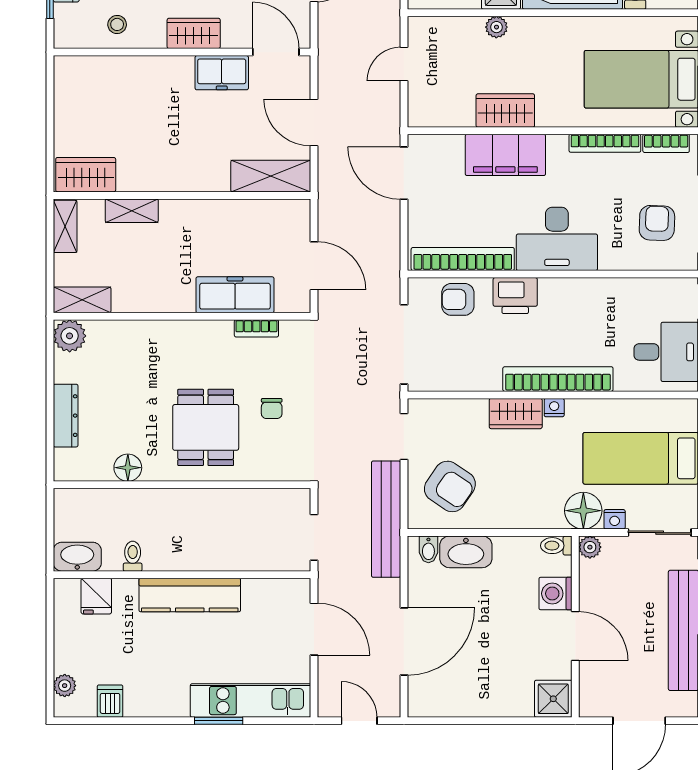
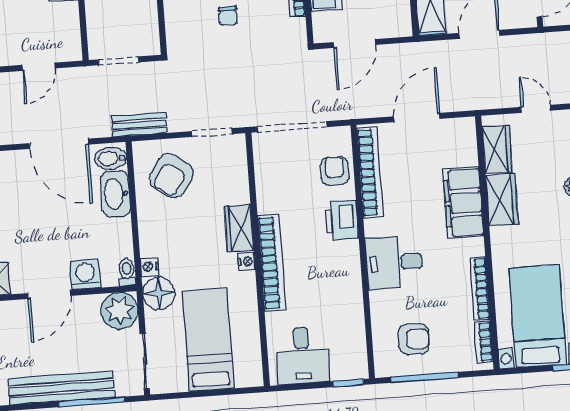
wardrobe: (447, 112) -> (497, 149), added
door: (404, 173) -> (417, 118), moved
desk: (557, 239) -> (394, 263), width x0.73
chair: (272, 408) -> (228, 16), turned -90
bench: (386, 519) -> (139, 125), width x0.54, depth x0.82
nightstand: (615, 519) -> (149, 267), moved
plant: (590, 547) -> (120, 311), width x1.88, depth x1.88
bidet: (428, 549) -> (111, 158), width x1.38, depth x1.36
door: (314, 629) -> (39, 67), width x0.73
door: (404, 641) -> (59, 144), moved

